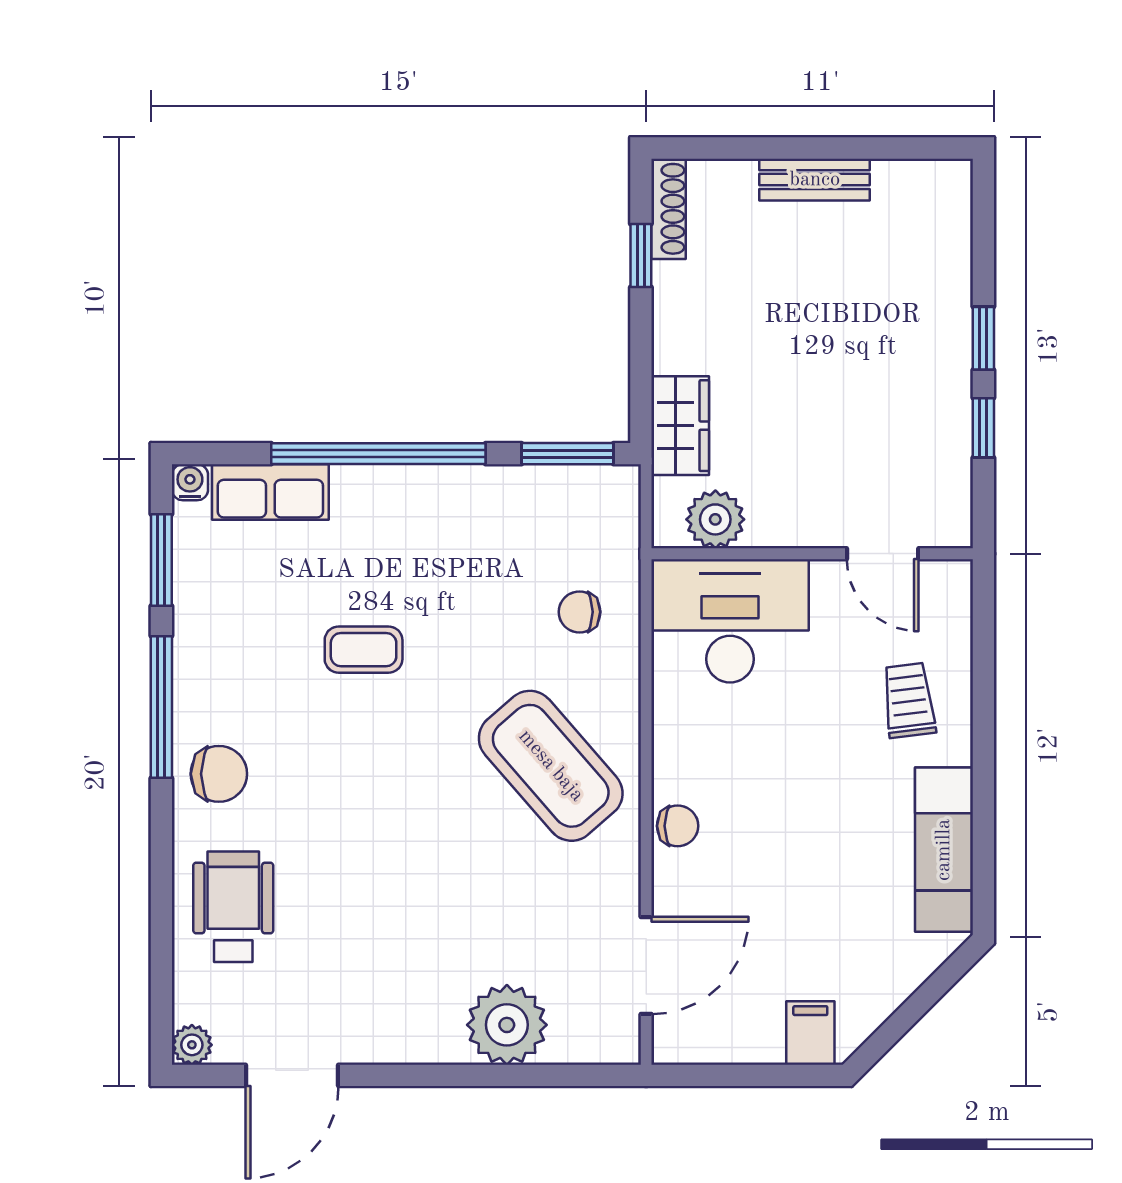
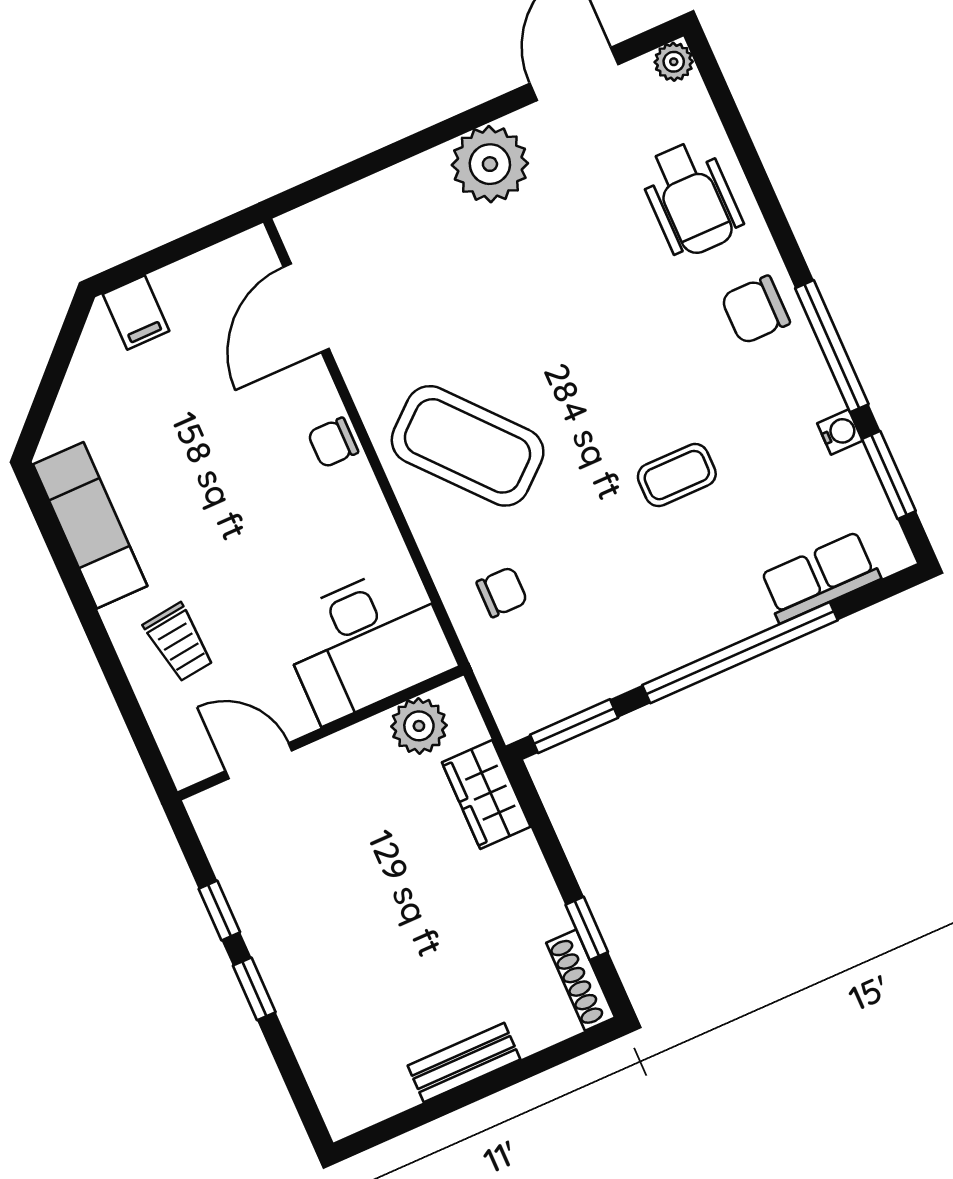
water cooler: (190, 482) -> (840, 432), moved, turned -90
plant: (507, 1025) -> (490, 164), moved

